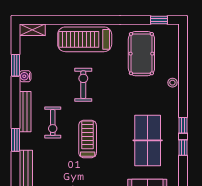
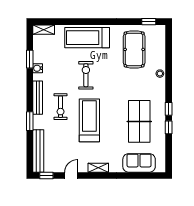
treadmill: (88, 139) -> (89, 120), width x1.37, depth x1.38

